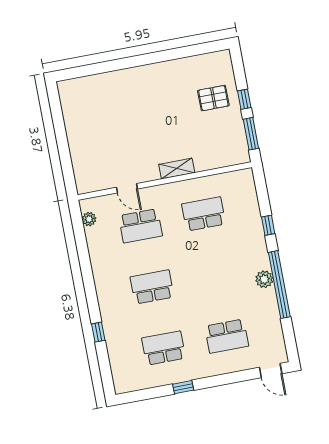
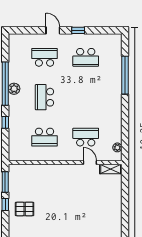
shelving: (177, 169) -> (111, 169), moved
school desk: (152, 287) -> (45, 97), moved, turned 90
window: (98, 332) -> (125, 75), width x3.17
door: (271, 371) -> (53, 30), moved

